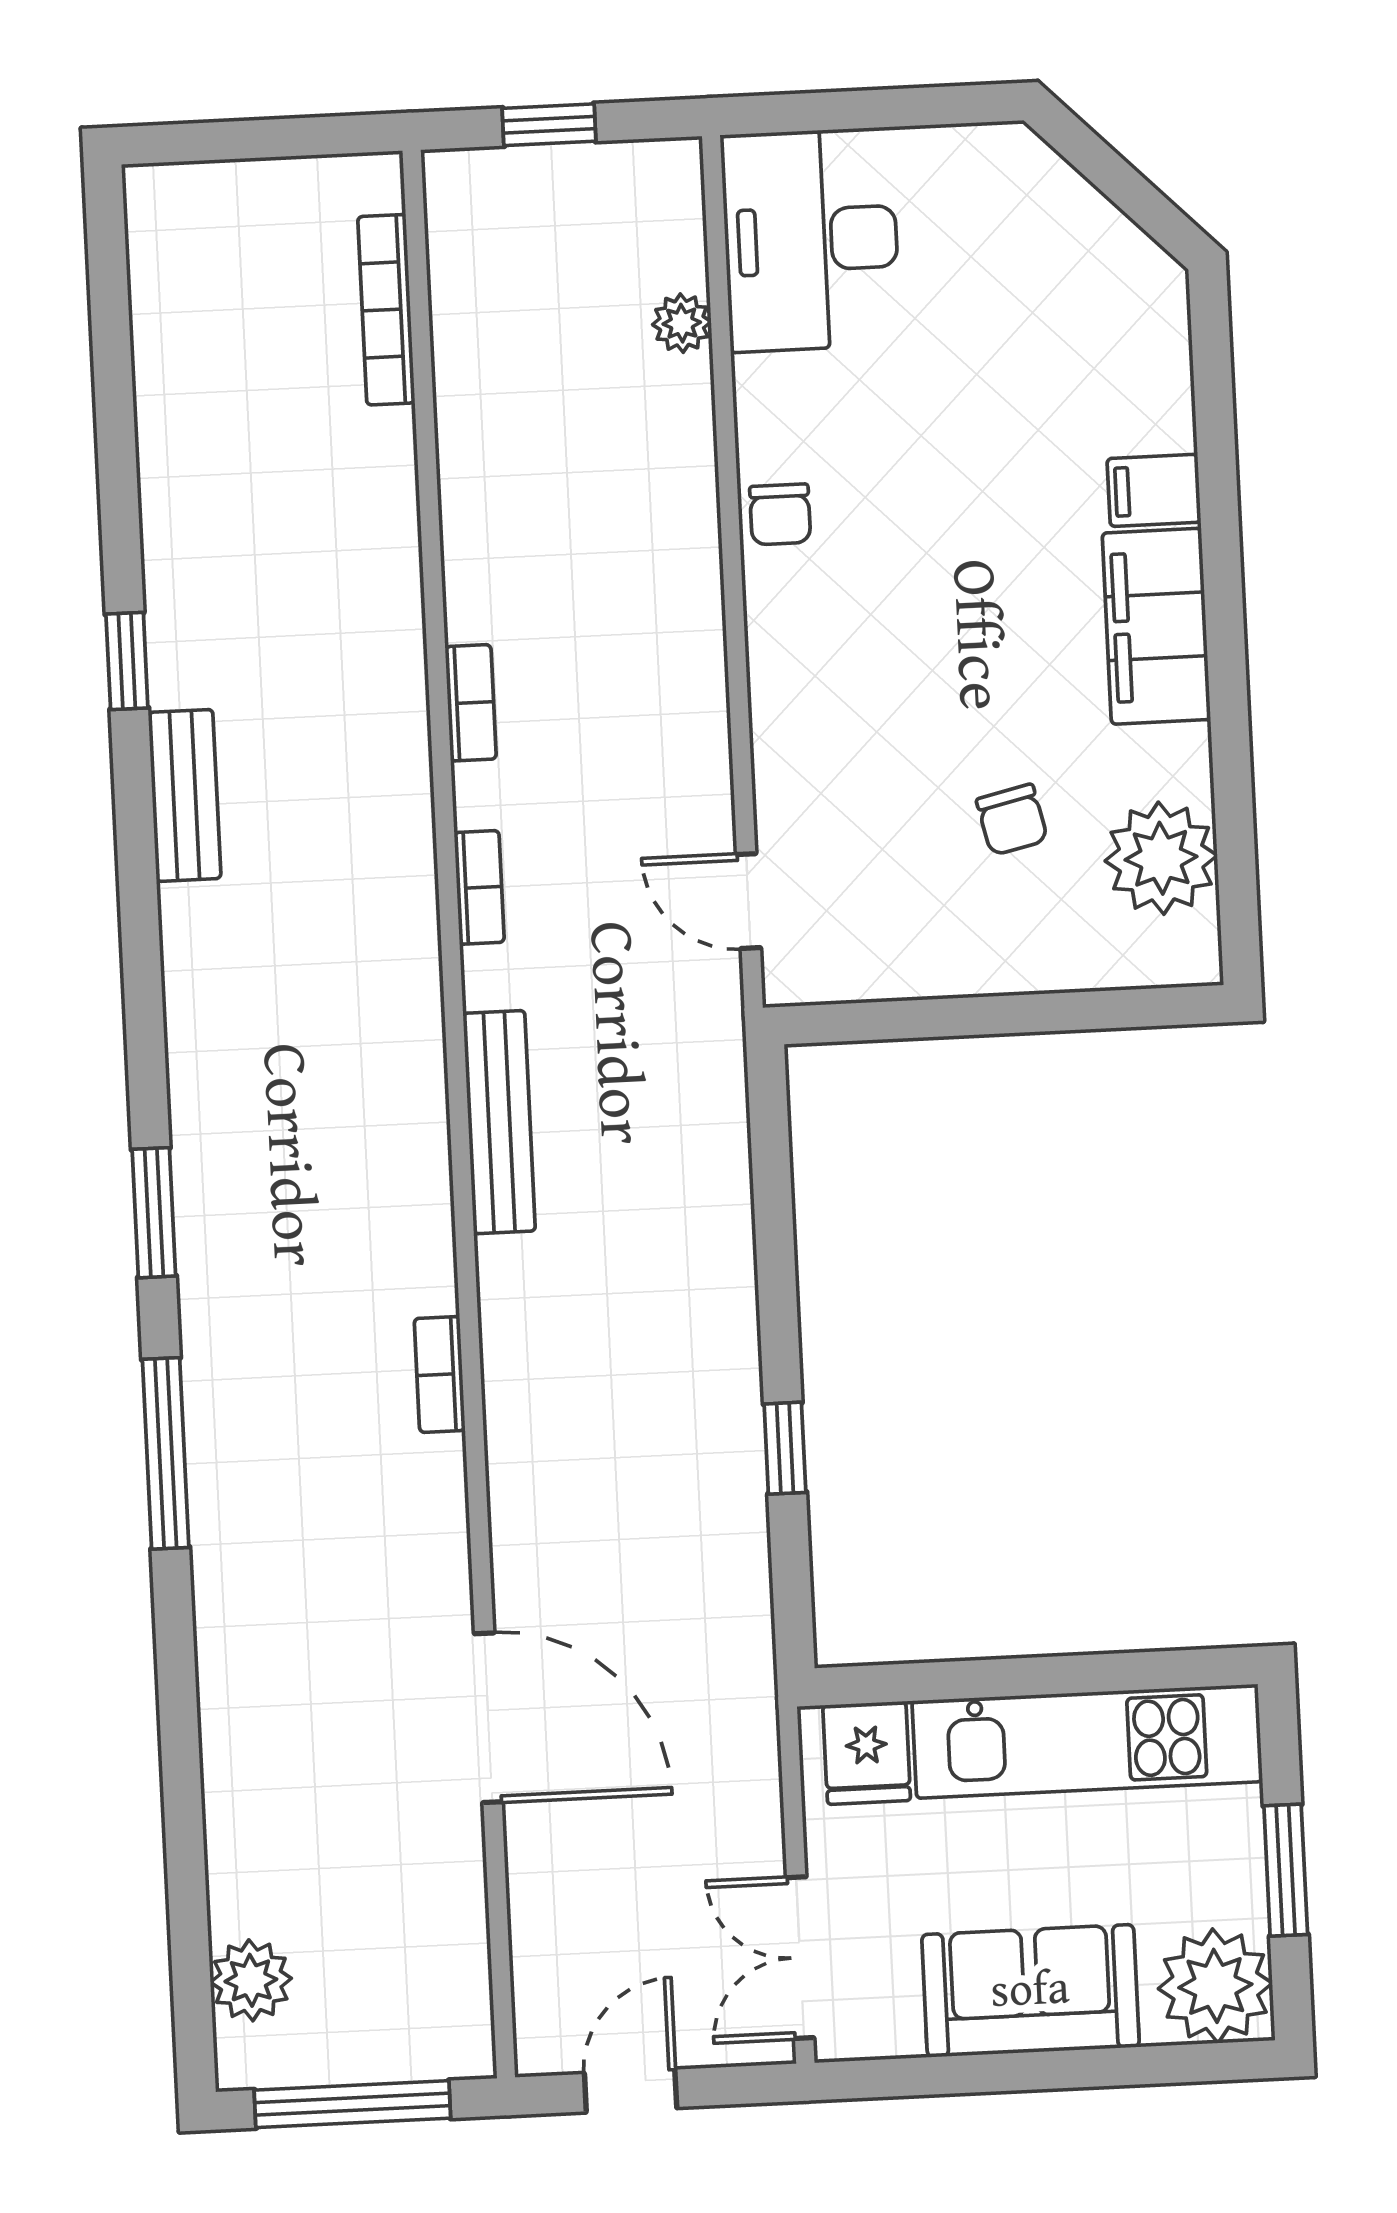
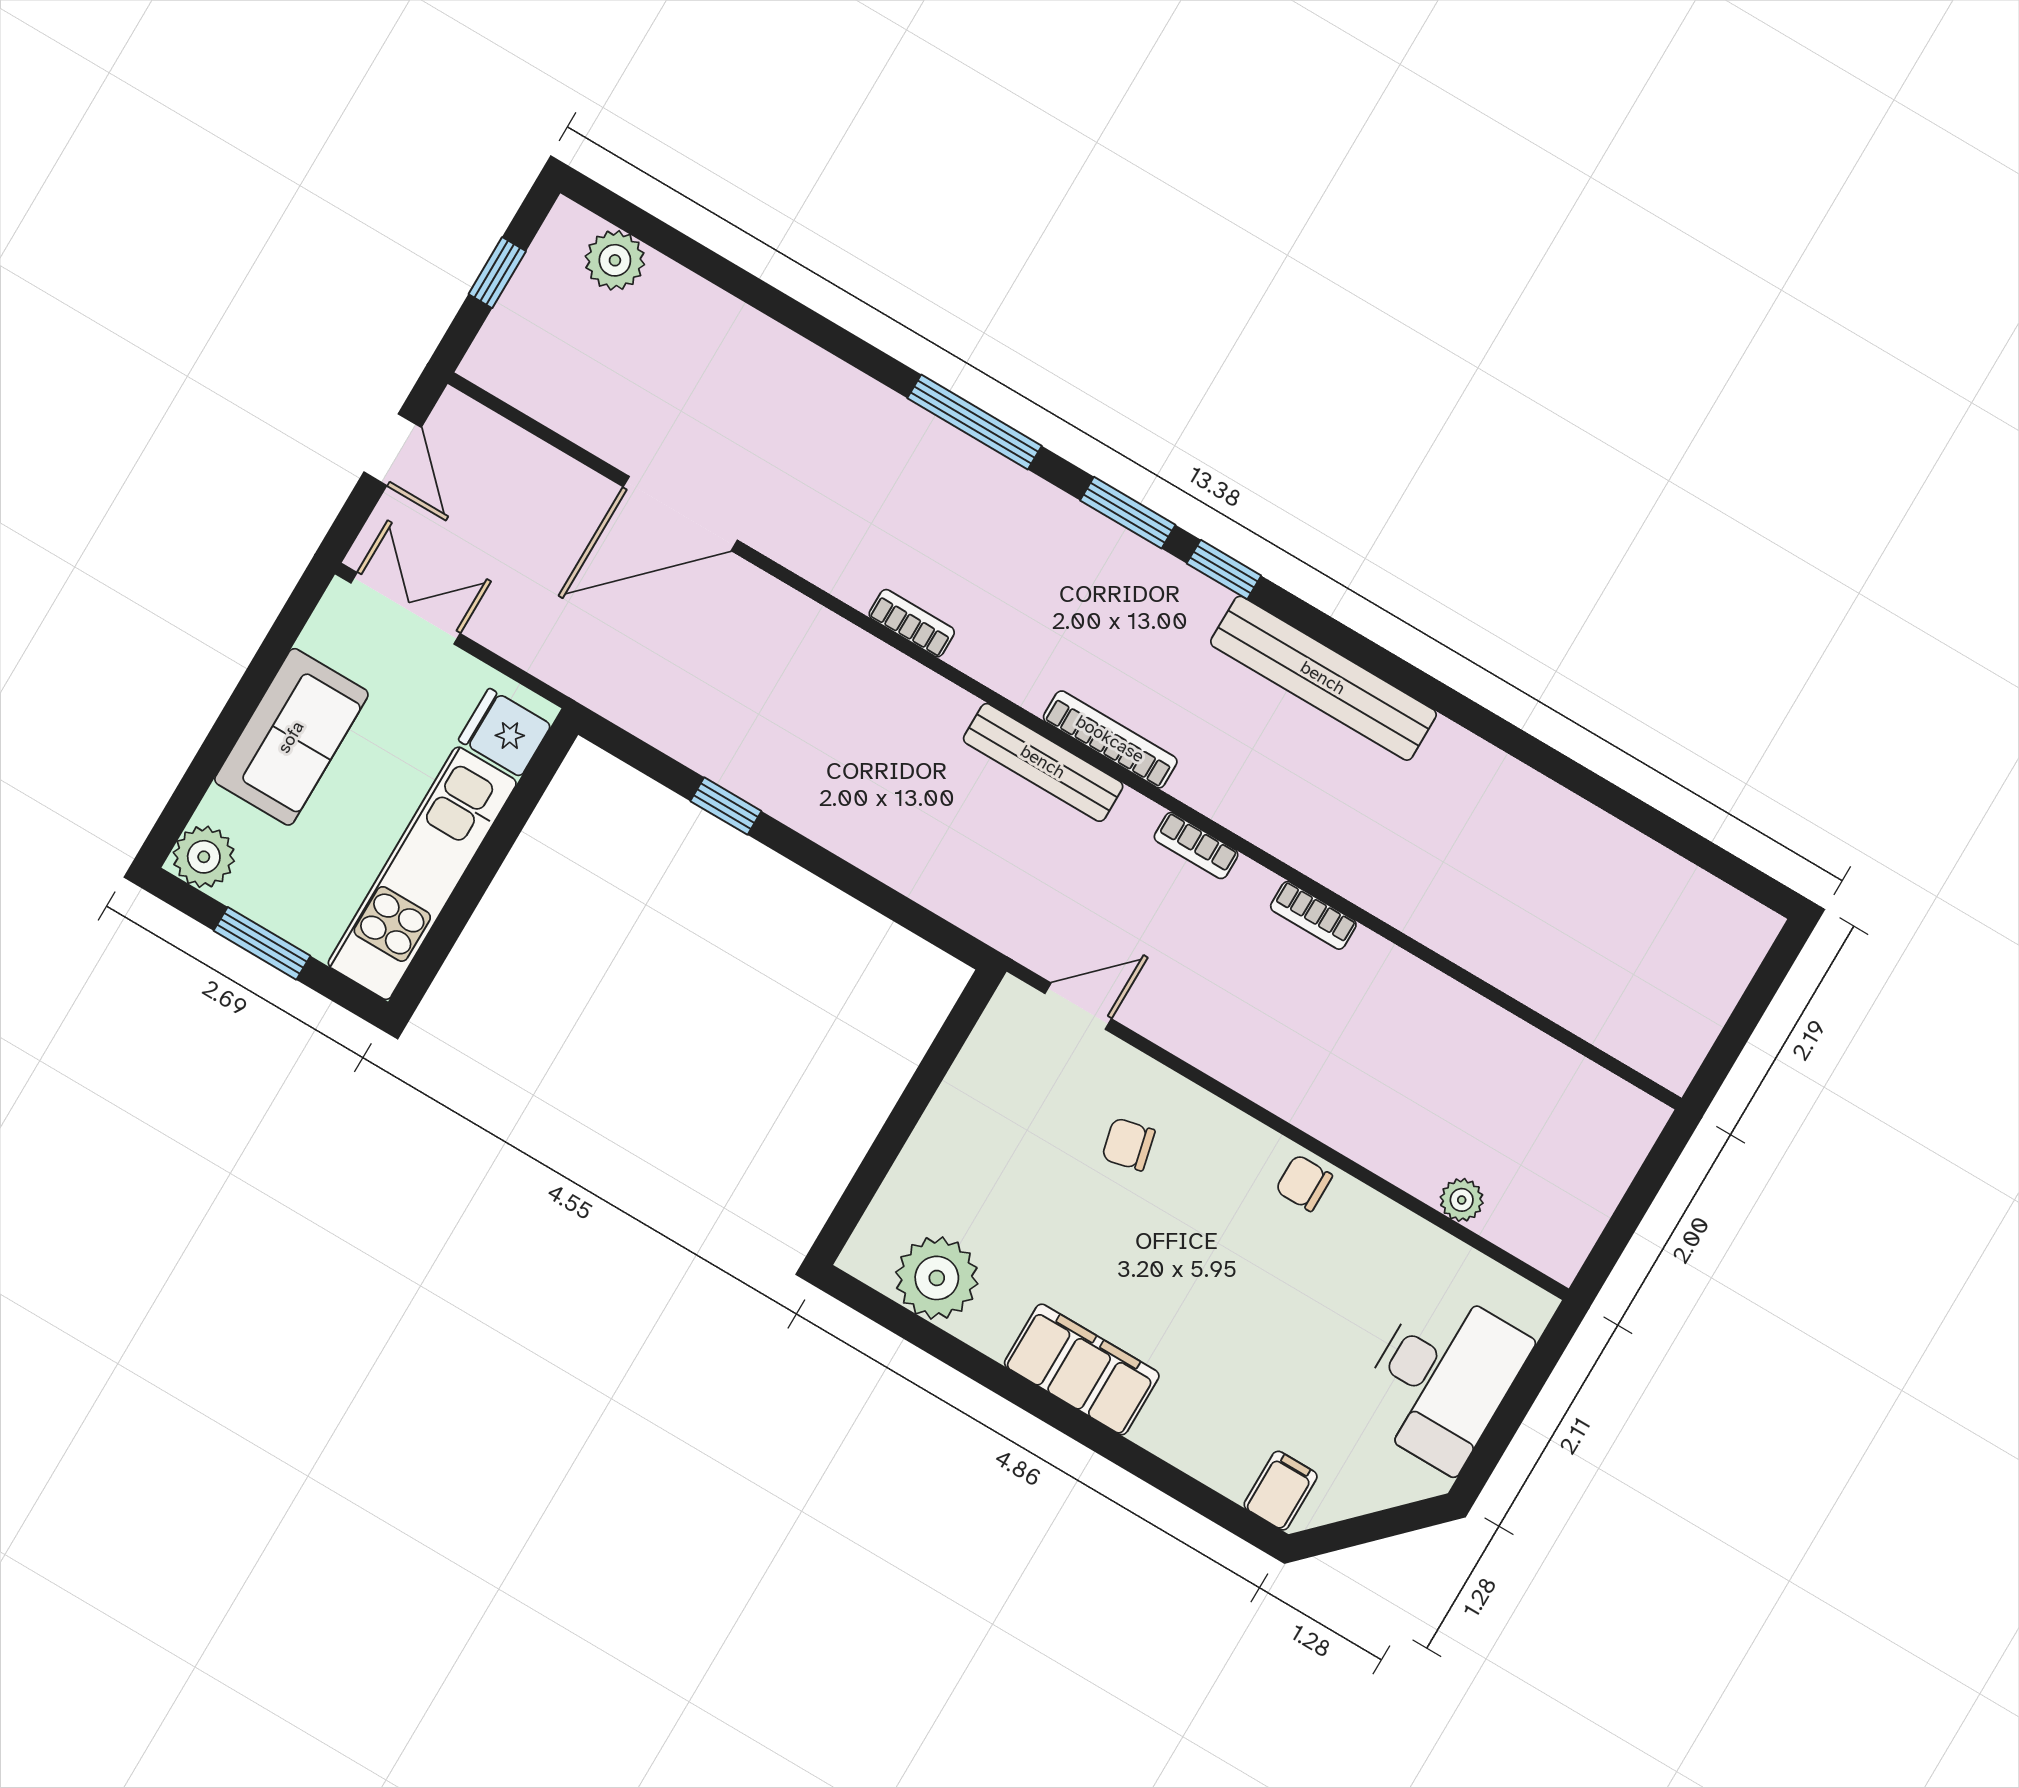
window: (549, 125) -> (1638, 1199), removed
desk: (811, 240) -> (1442, 1378), moved, turned 90
bookcase: (386, 310) -> (1110, 739), moved
filing cabinet: (1154, 490) -> (1281, 1491), moved
window: (127, 661) -> (1224, 570), moved
bench: (185, 795) -> (1323, 678), width x1.86, depth x1.21
chair: (1012, 820) -> (1128, 1144), moved
plant: (1215, 1986) -> (204, 857), width x0.73, depth x0.73
window: (352, 2104) -> (497, 273), width x0.46

